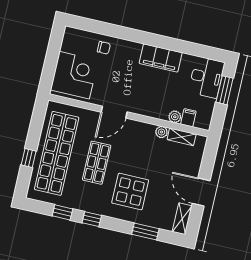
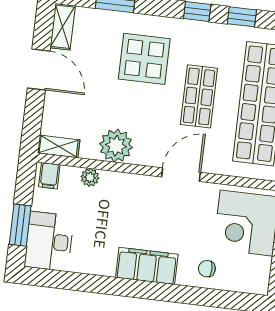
filing cabinet: (161, 58) -> (147, 266), moved
filing cabinet: (188, 118) -> (49, 176), moved
plant: (161, 132) -> (116, 146), width x1.88, depth x1.88
shelving: (182, 137) -> (59, 146), moved

